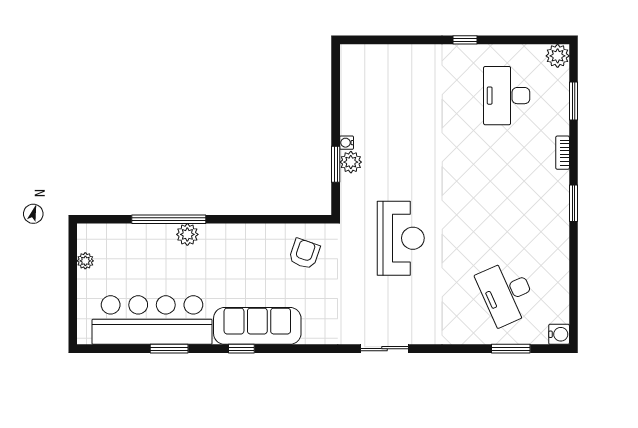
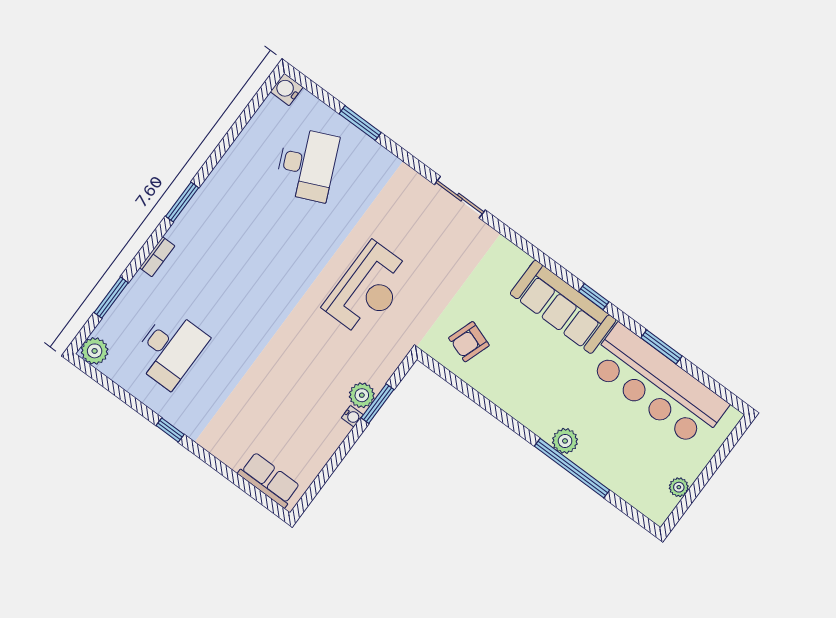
row of seats: (371, 56) -> (269, 480), added
reception desk: (401, 238) -> (368, 289), turned 180
window: (511, 349) -> (360, 123), moved

